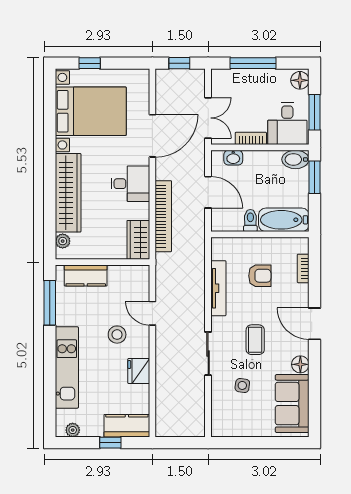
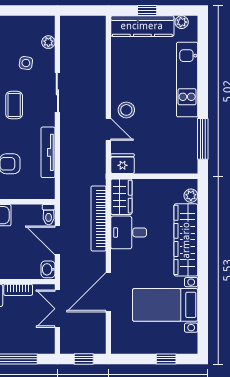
bed with nightstands: (91, 111) -> (165, 305), width x0.73
washbasin: (233, 158) -> (48, 269), moved, turned -90
desk: (130, 184) -> (129, 232), moved
toilet: (250, 220) -> (49, 215), moved
kitchen counter: (86, 276) -> (170, 164), removed
stool: (117, 335) -> (126, 110), moved
fridge: (139, 371) -> (123, 164), moved, turned -90
plant: (218, 408) -> (48, 42), added
kitchen counter: (127, 426) -> (142, 26), width x1.50

